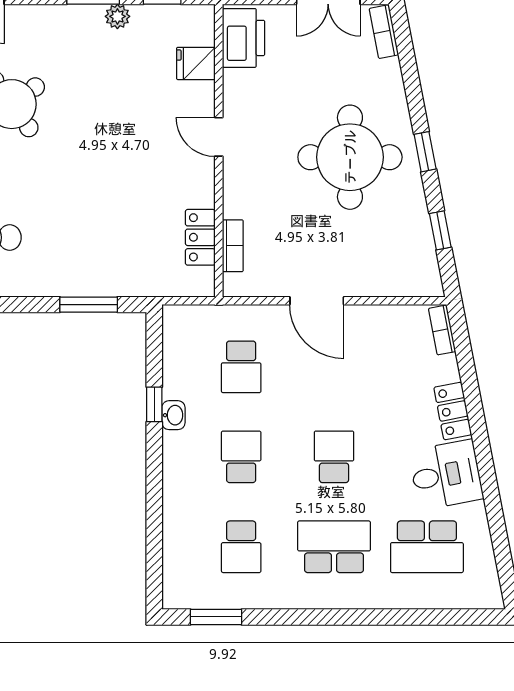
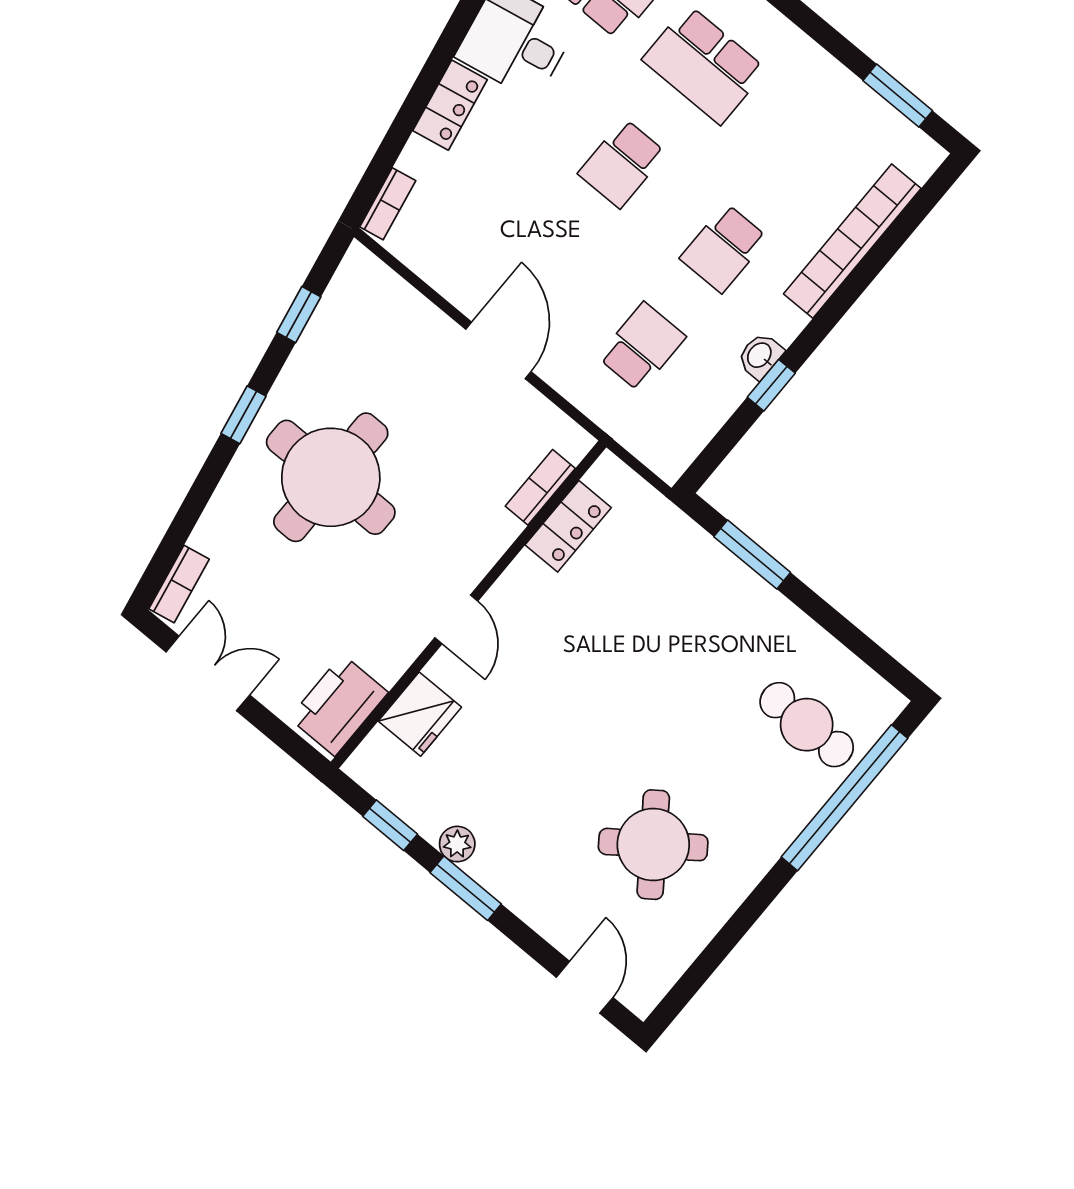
fridge: (196, 63) -> (420, 714), width x1.38
bookcase: (175, 518) -> (852, 241), added
school desk: (241, 547) -> (806, 150), removed

